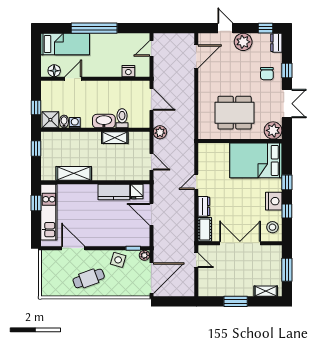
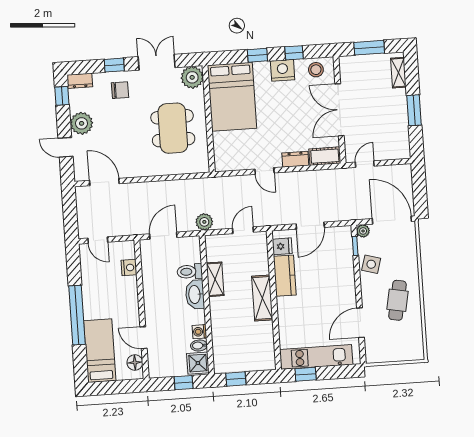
door: (225, 28) -> (65, 147), hinge flipped
shelving: (74, 173) -> (262, 298), moved
cafe table: (89, 278) -> (398, 300), turned 31

